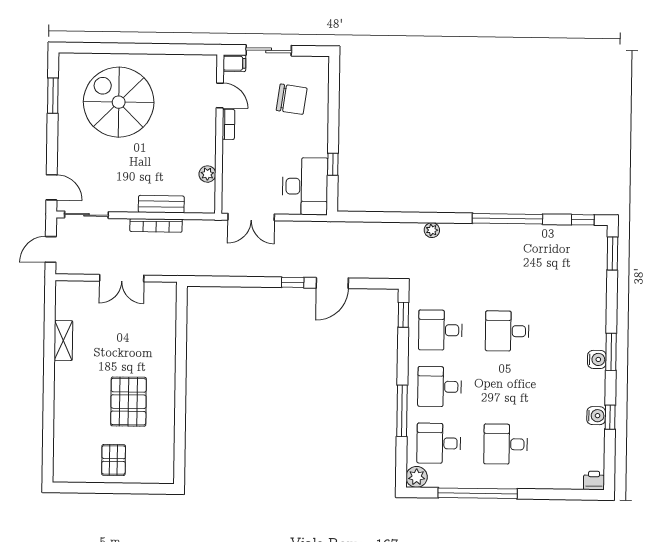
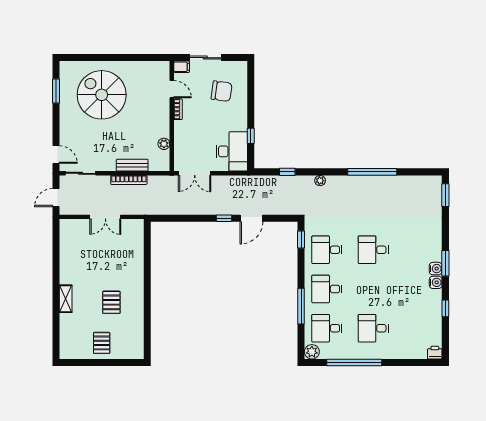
window: (583, 220) -> (287, 172), moved
shelving: (63, 340) -> (66, 299), moved
pallet: (129, 402) -> (111, 302), width x0.67, depth x0.71
water cooler: (596, 416) -> (436, 282), moved

